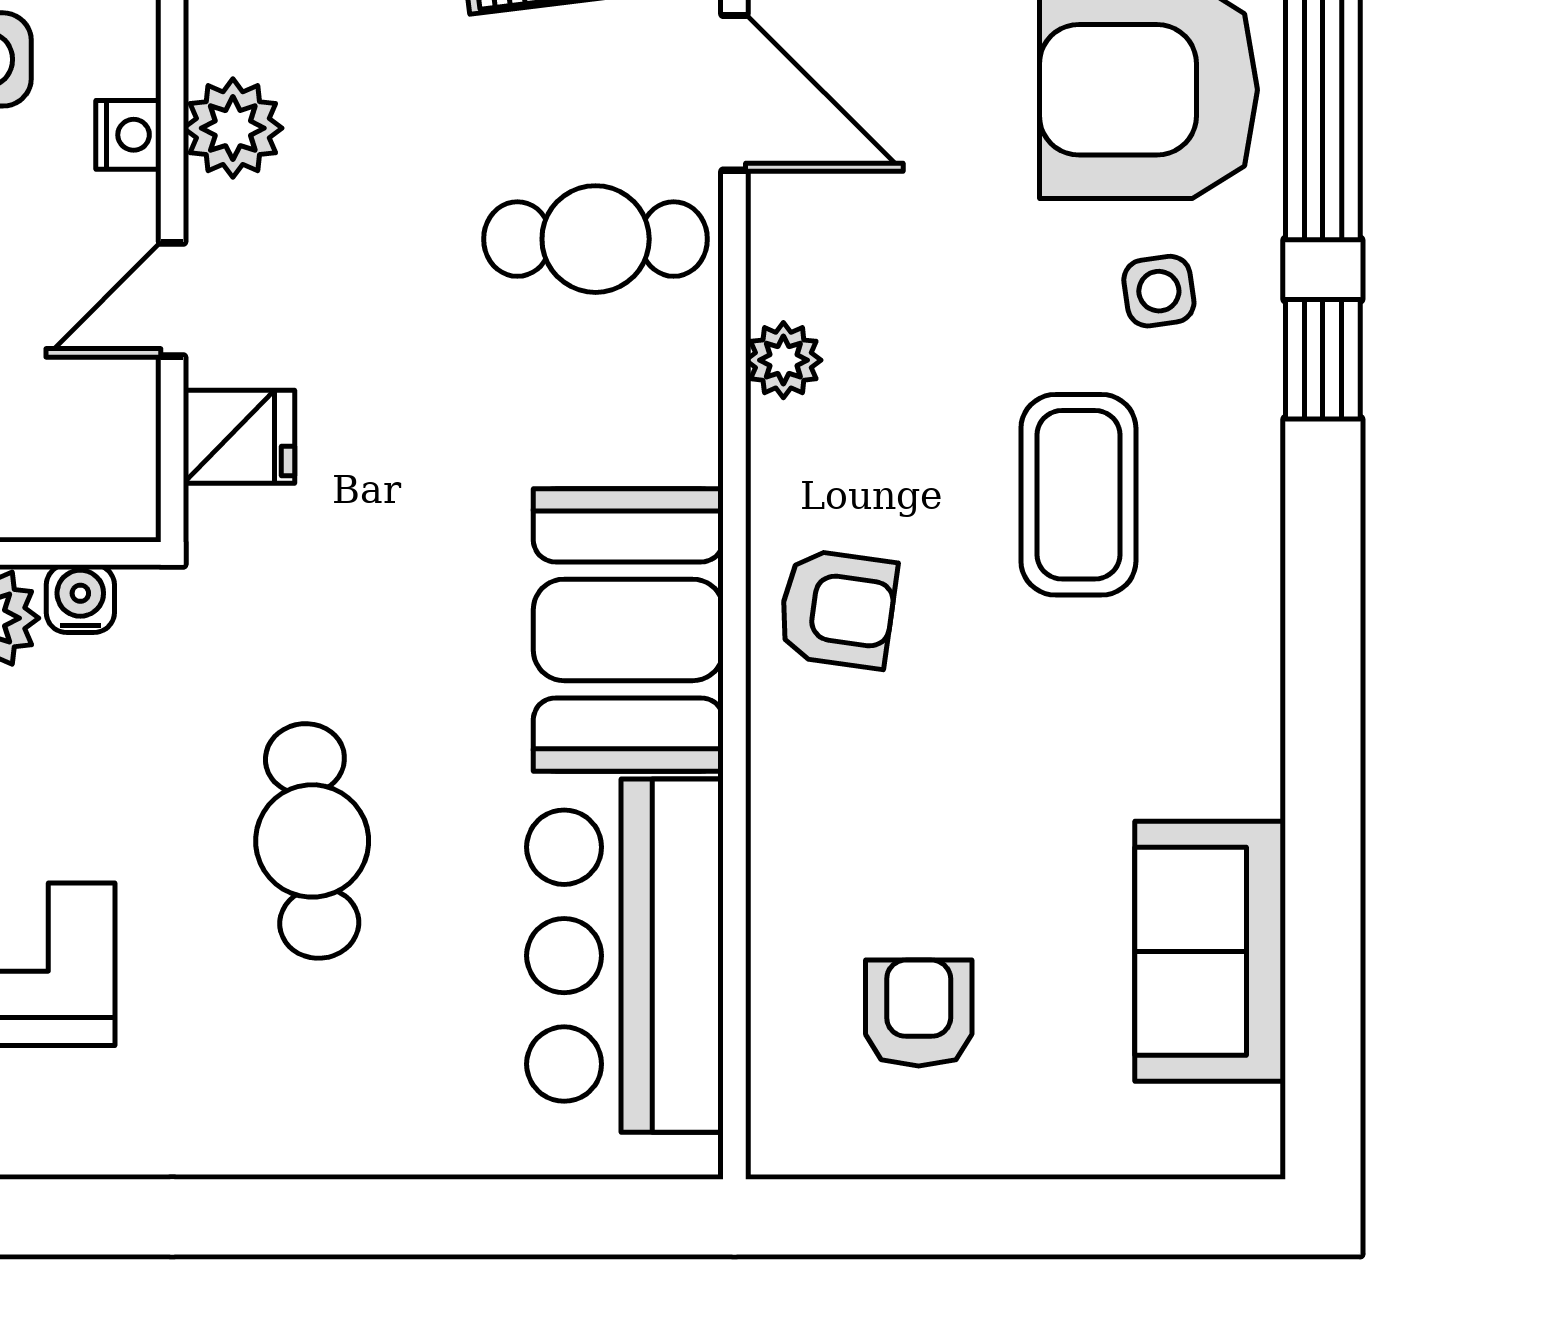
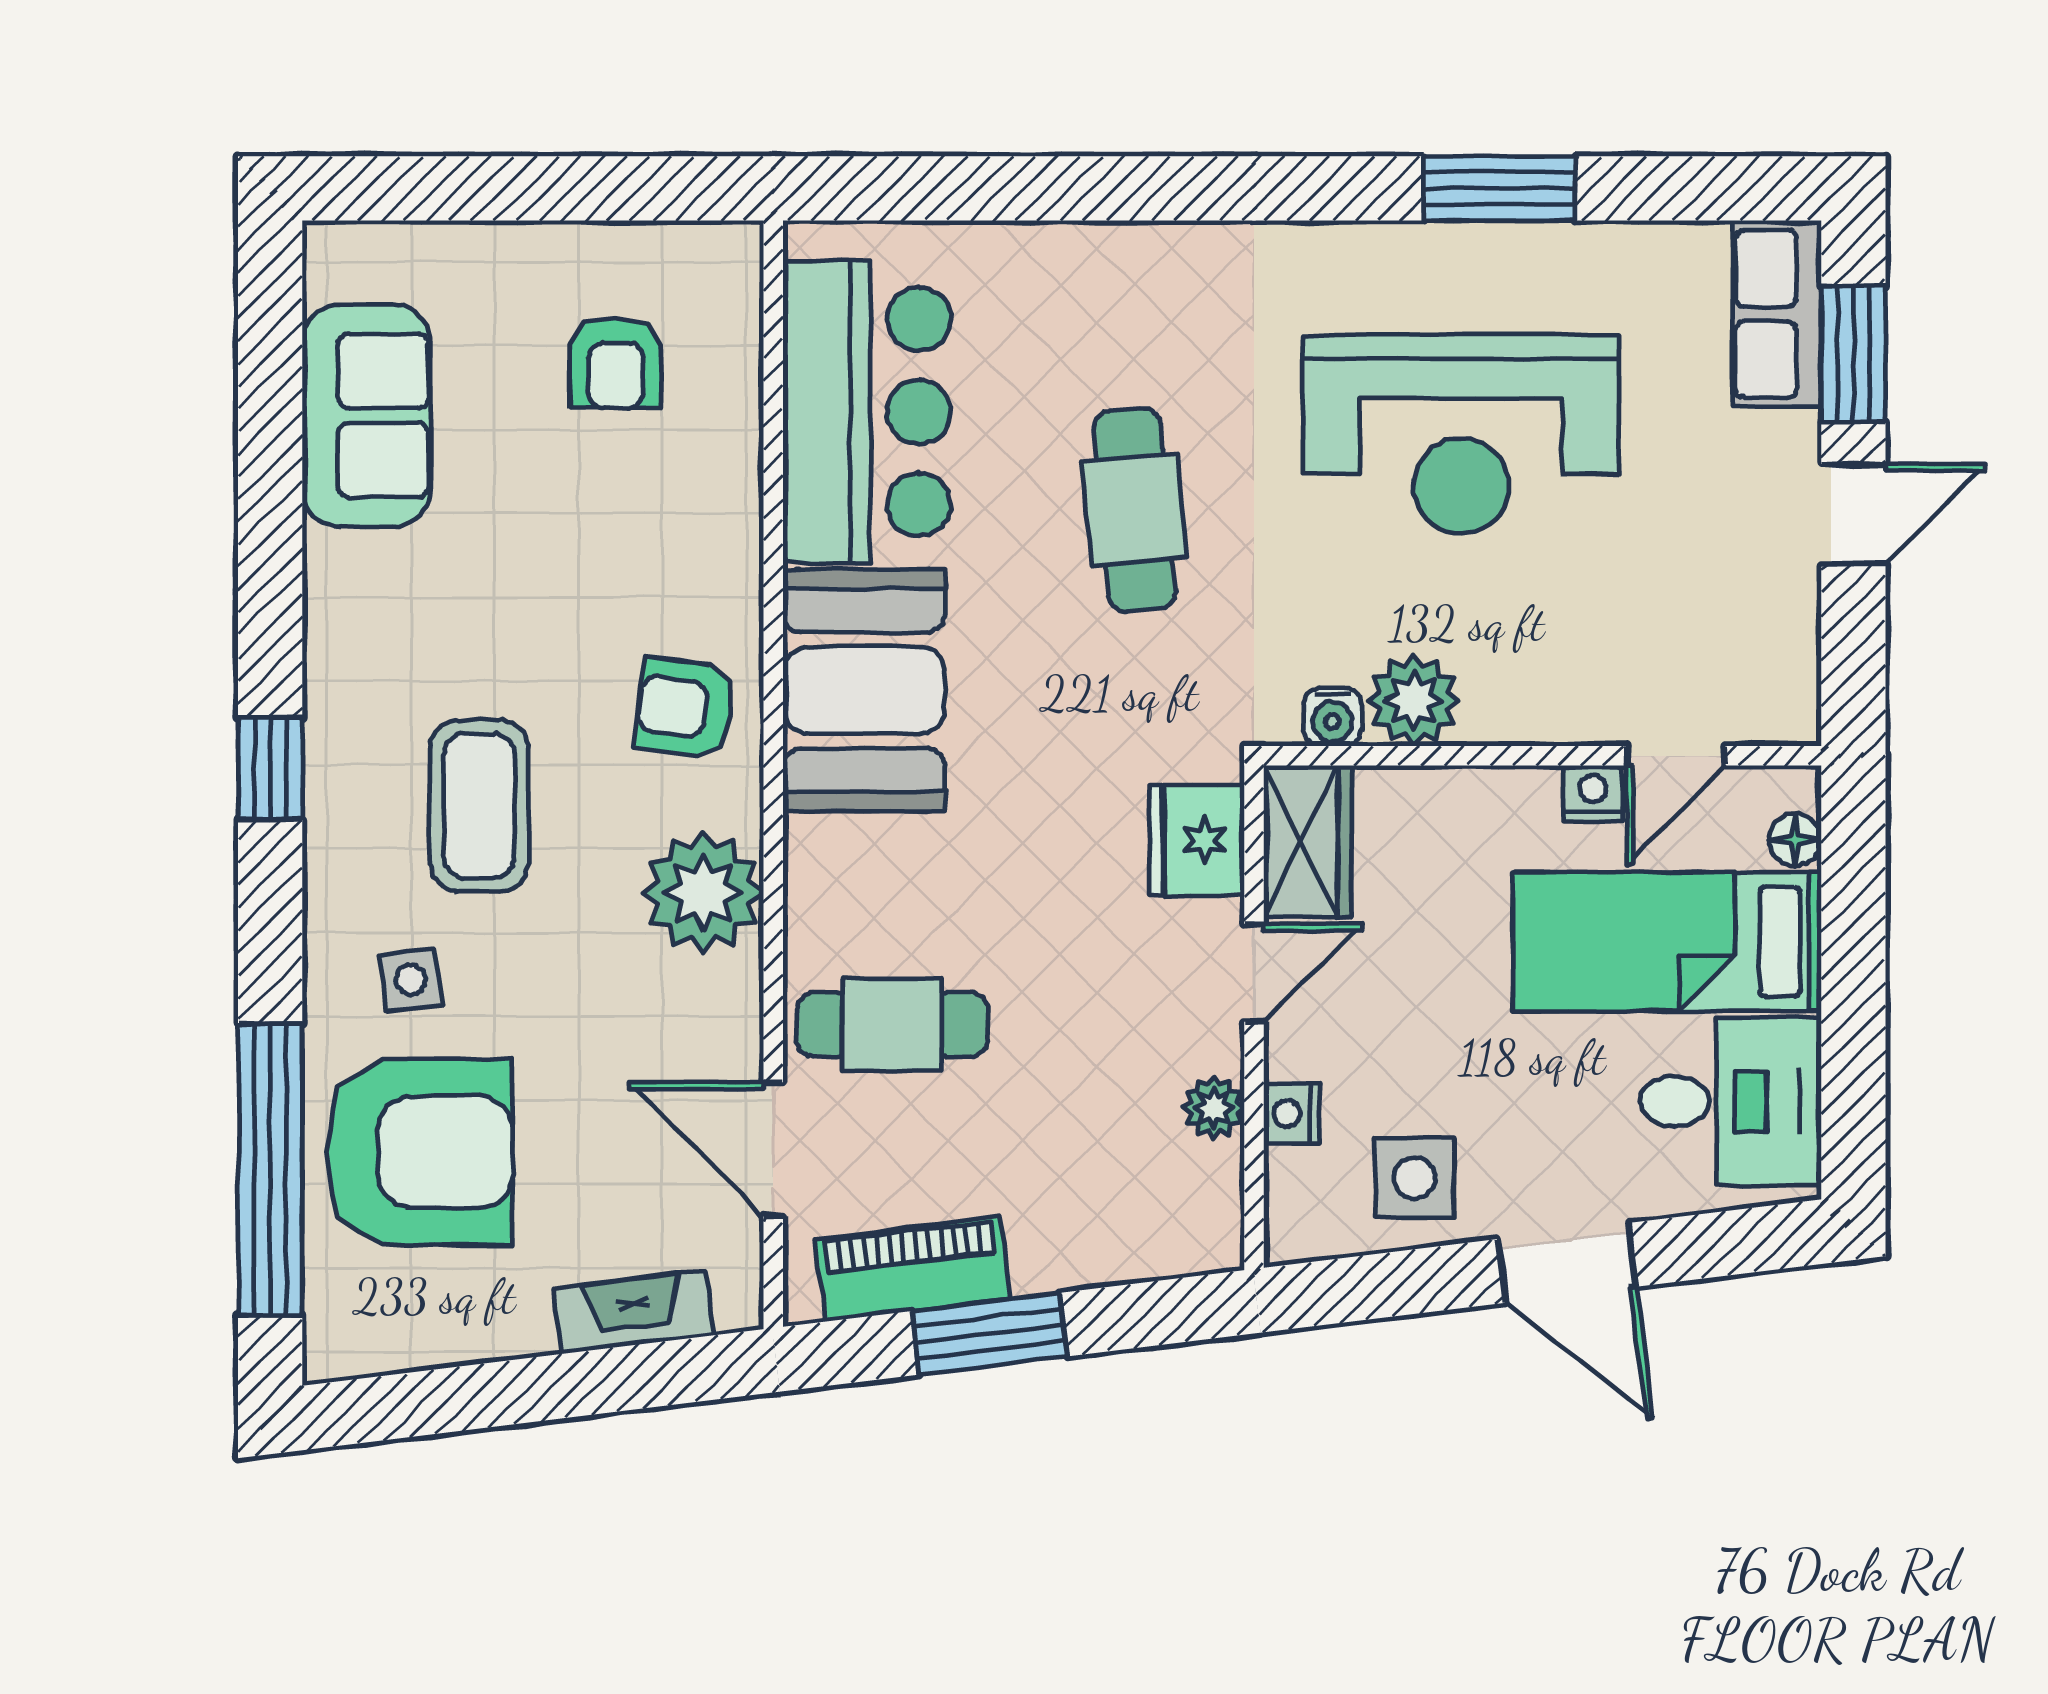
plant: (233, 128) -> (1214, 1108), width x0.73, depth x0.73
window: (1323, 359) -> (270, 768), moved
plant: (783, 360) -> (703, 893), width x1.88, depth x1.88
fridge: (239, 437) -> (1197, 840), width x1.38
wardrobe: (109, 453) -> (1308, 841), added

